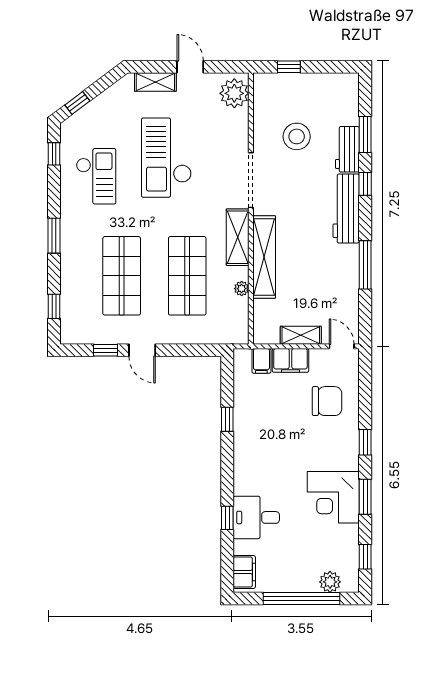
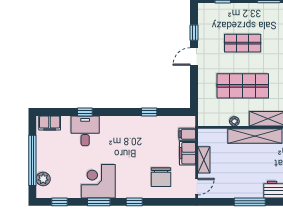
shop shelf: (122, 276) -> (243, 43), width x0.70, depth x0.74

